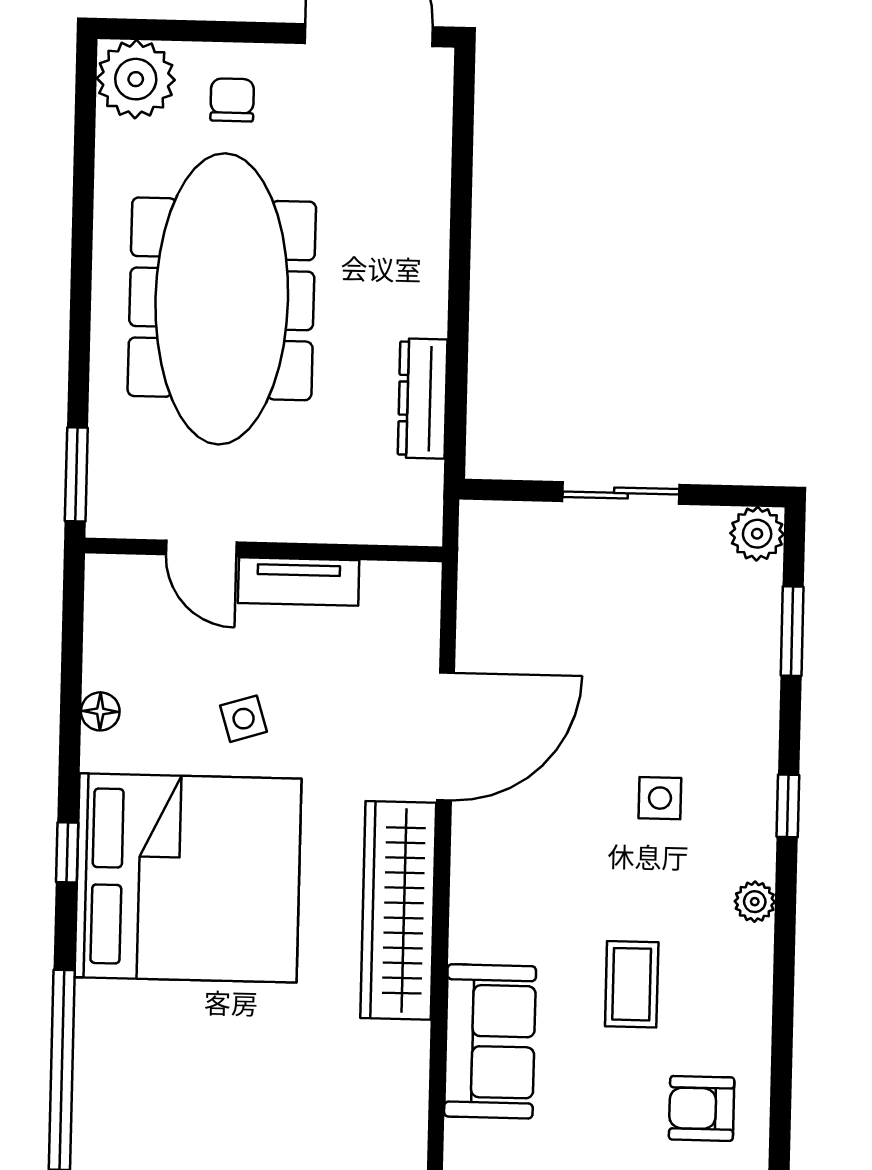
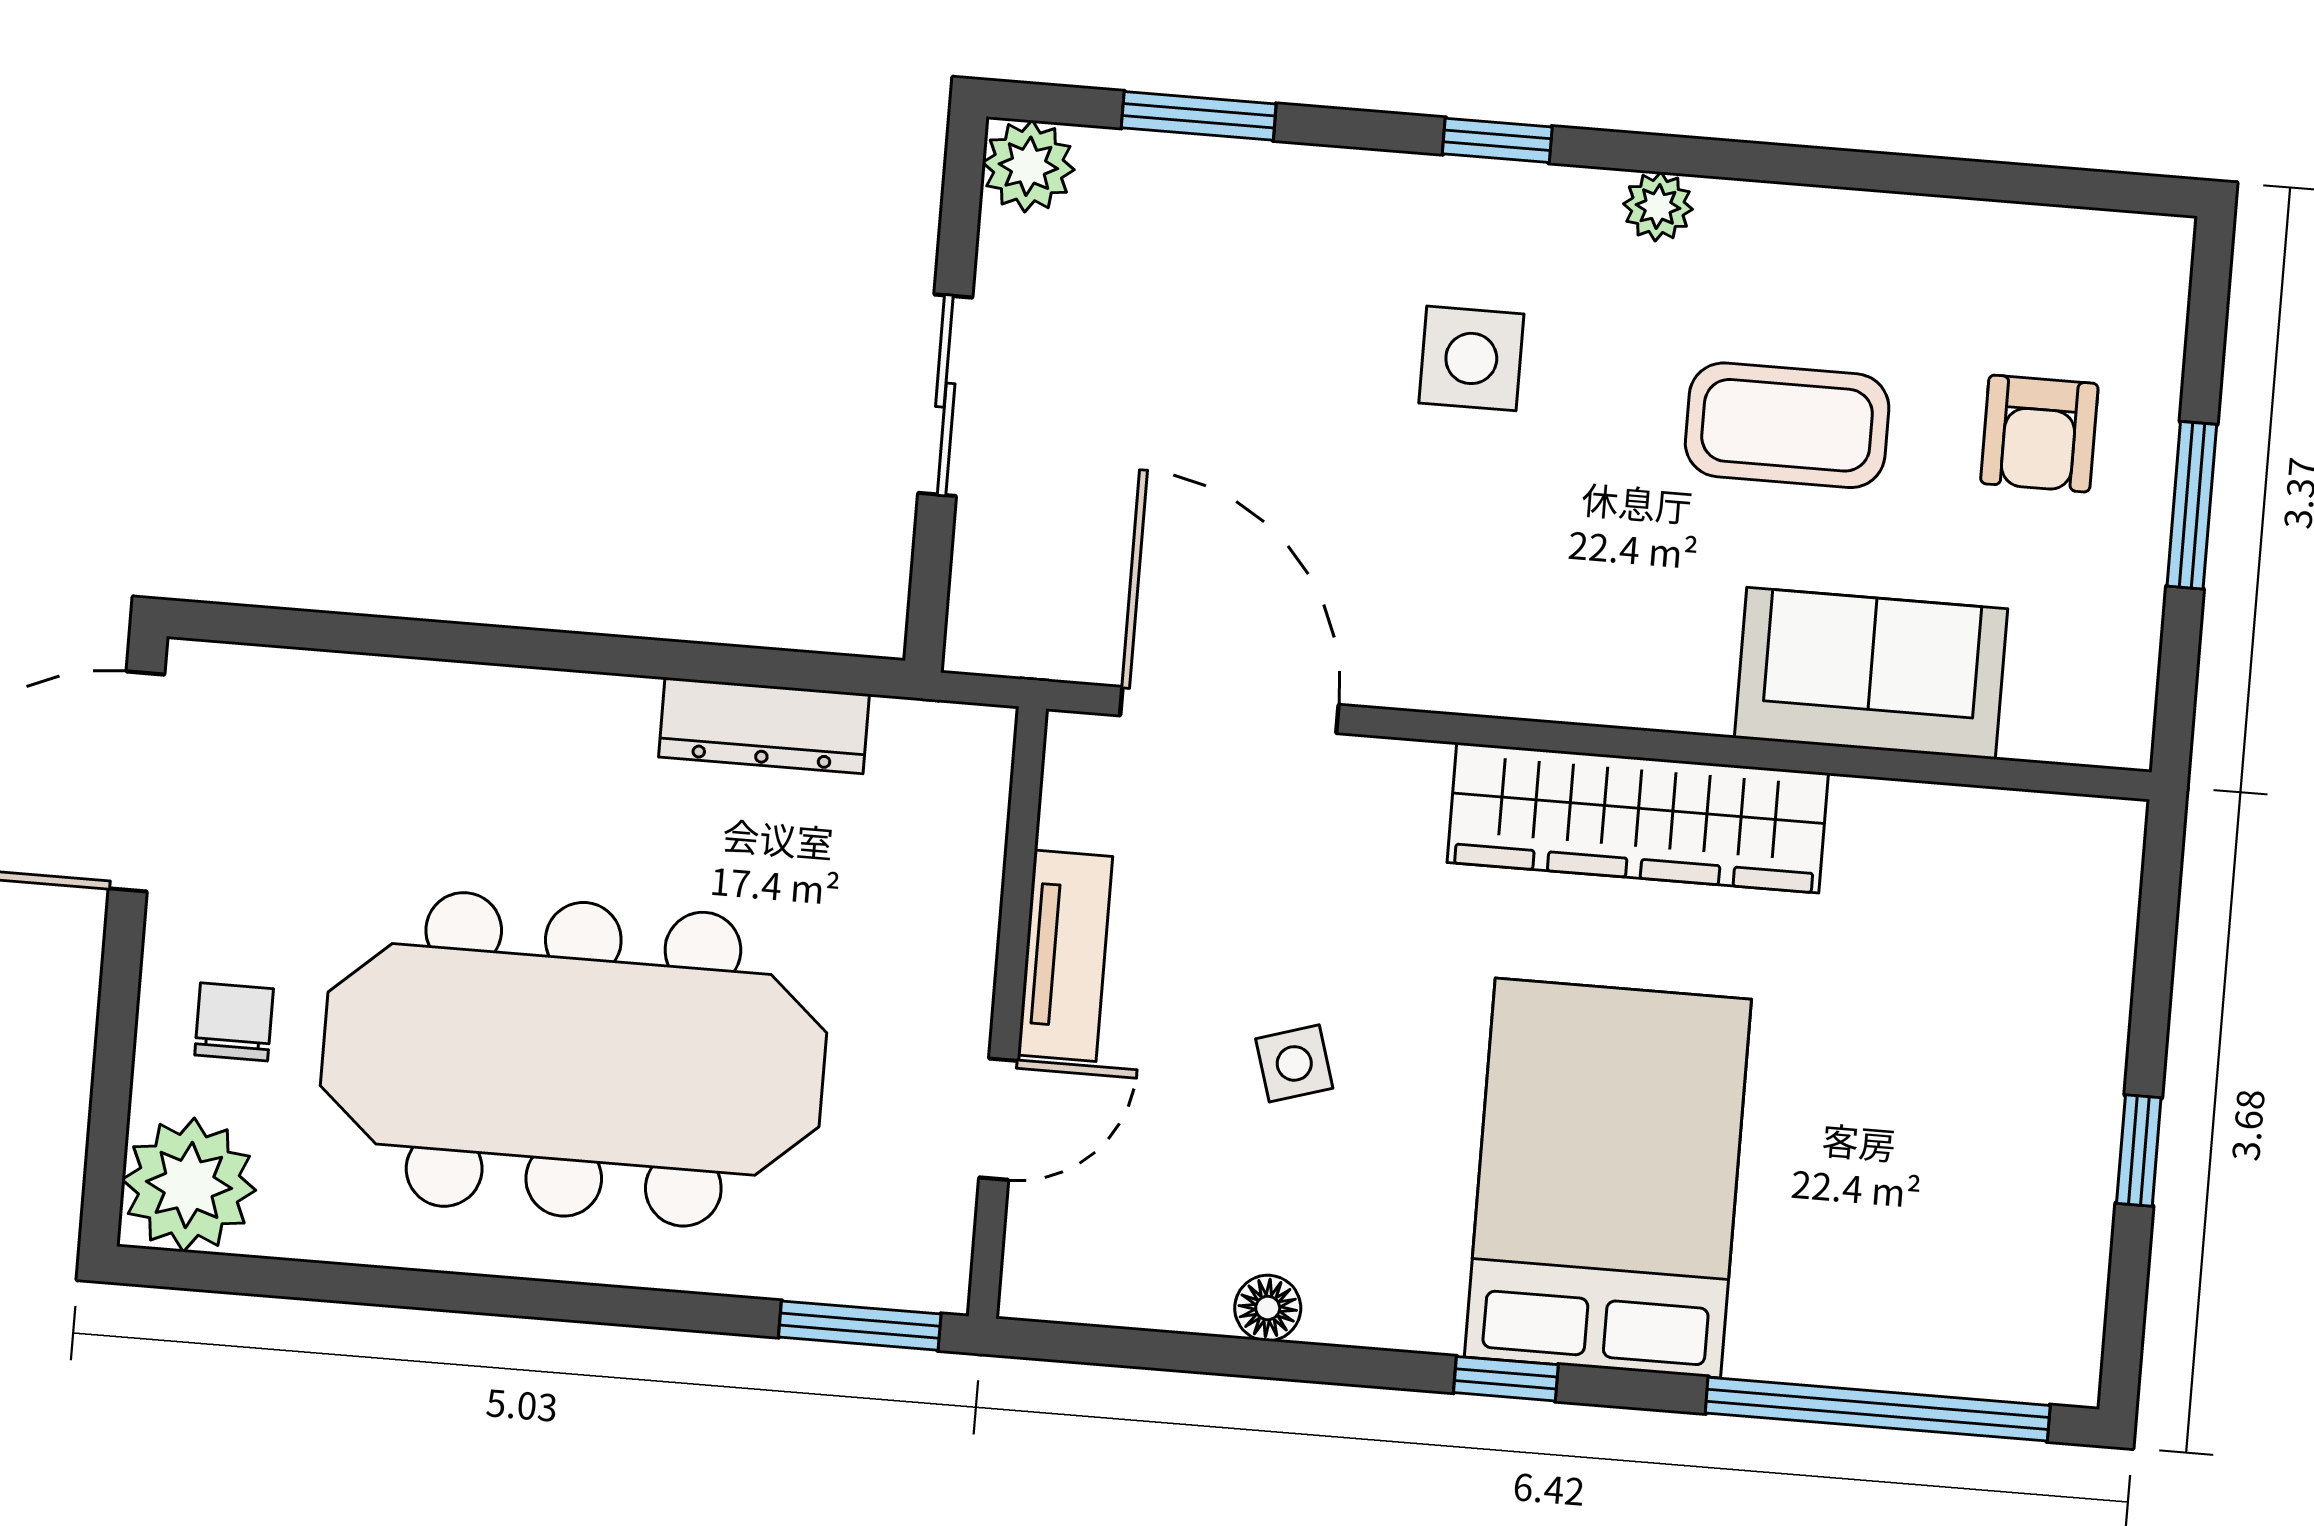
chair: (232, 100) -> (234, 1022), turned 90
door: (446, 736) -> (1229, 710), moved
side table: (660, 798) -> (1471, 358), width x1.37, depth x1.37
bed: (188, 878) -> (1608, 1178), width x0.73
coffee table: (632, 984) -> (1787, 425), width x1.36, depth x1.30
armchair: (702, 1108) -> (2039, 434), moved

